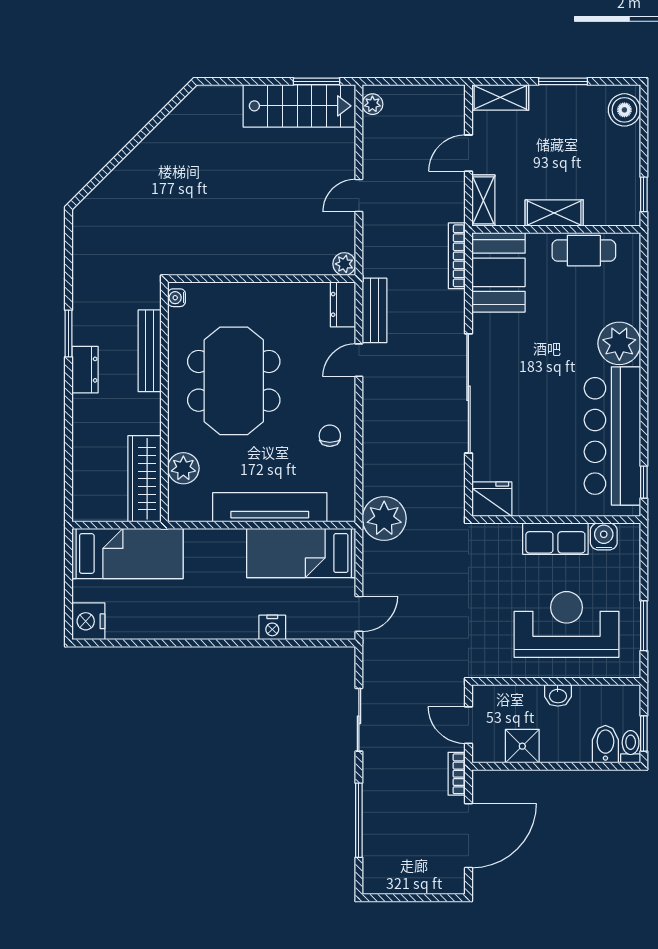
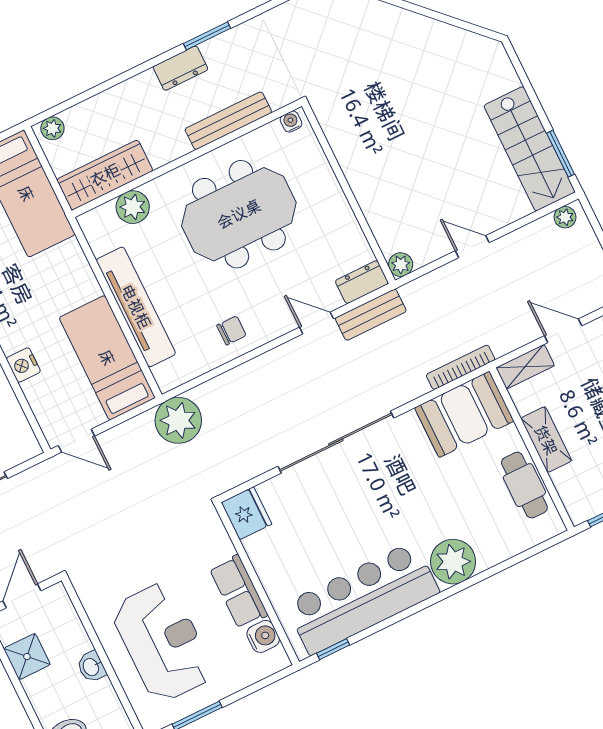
plant: (83, 504) -> (52, 128), added

